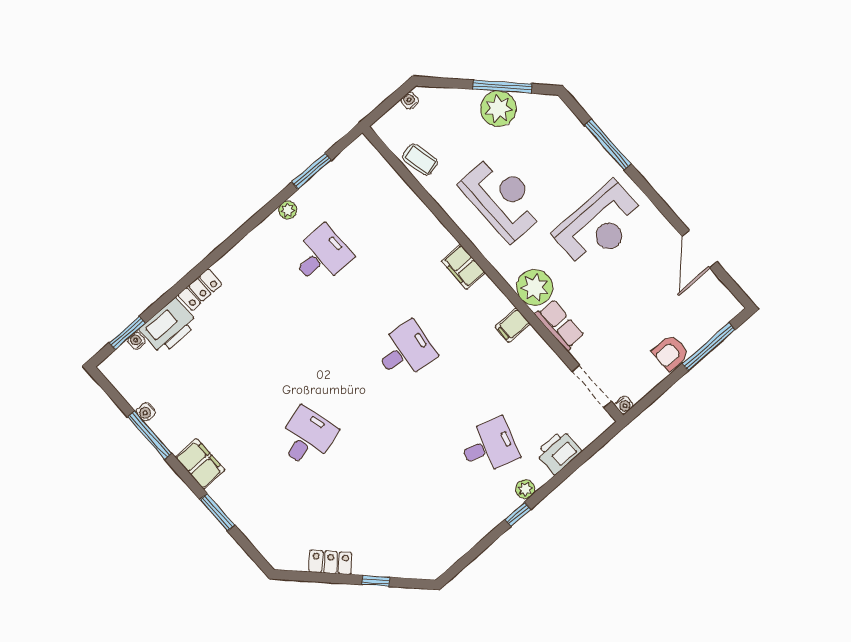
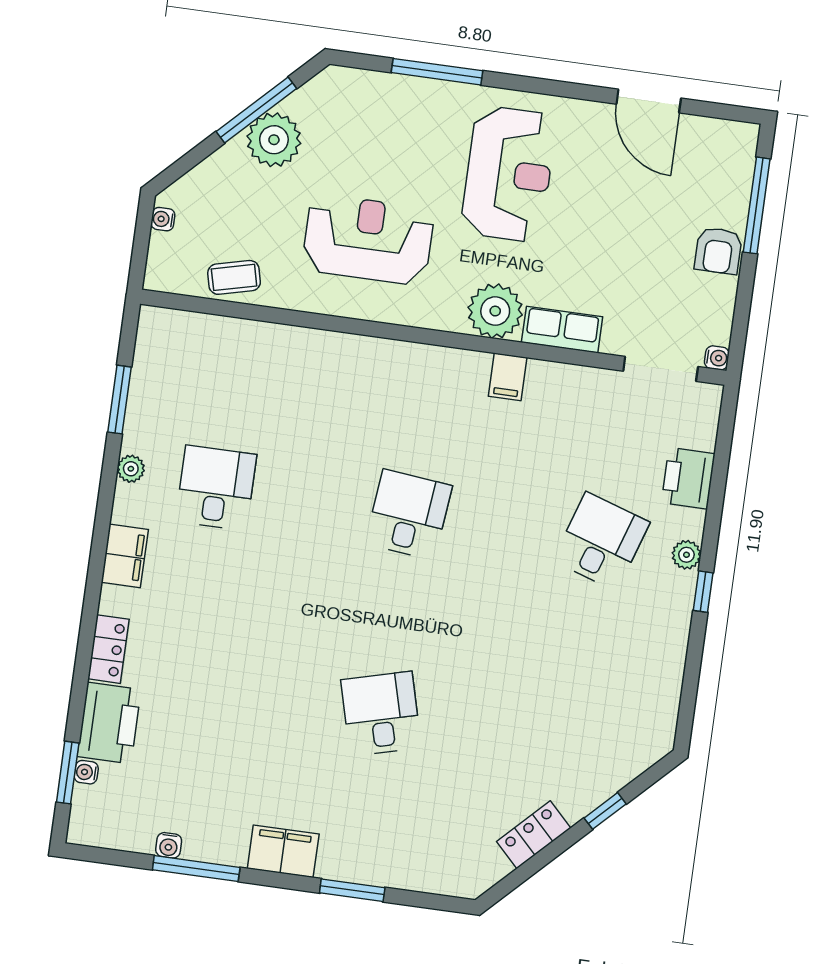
filing cabinet: (463, 267) -> (125, 556), moved, turned -90

